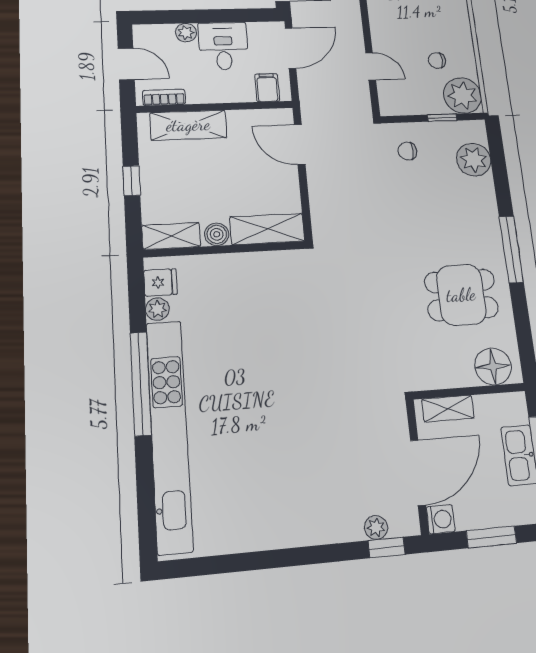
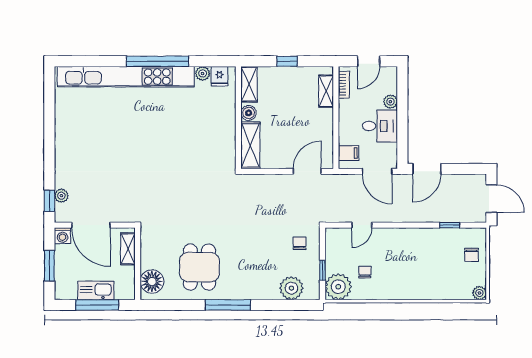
shelving: (188, 125) -> (326, 91), width x0.67, depth x0.75

